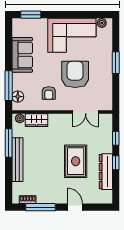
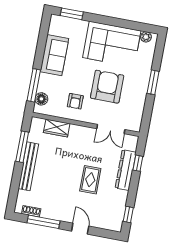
plant: (20, 118) -> (39, 123), removed
rug: (76, 161) -> (90, 180), width x0.73, depth x0.70
window: (116, 163) -> (128, 214), moved
dresser: (106, 172) -> (126, 170), moved

